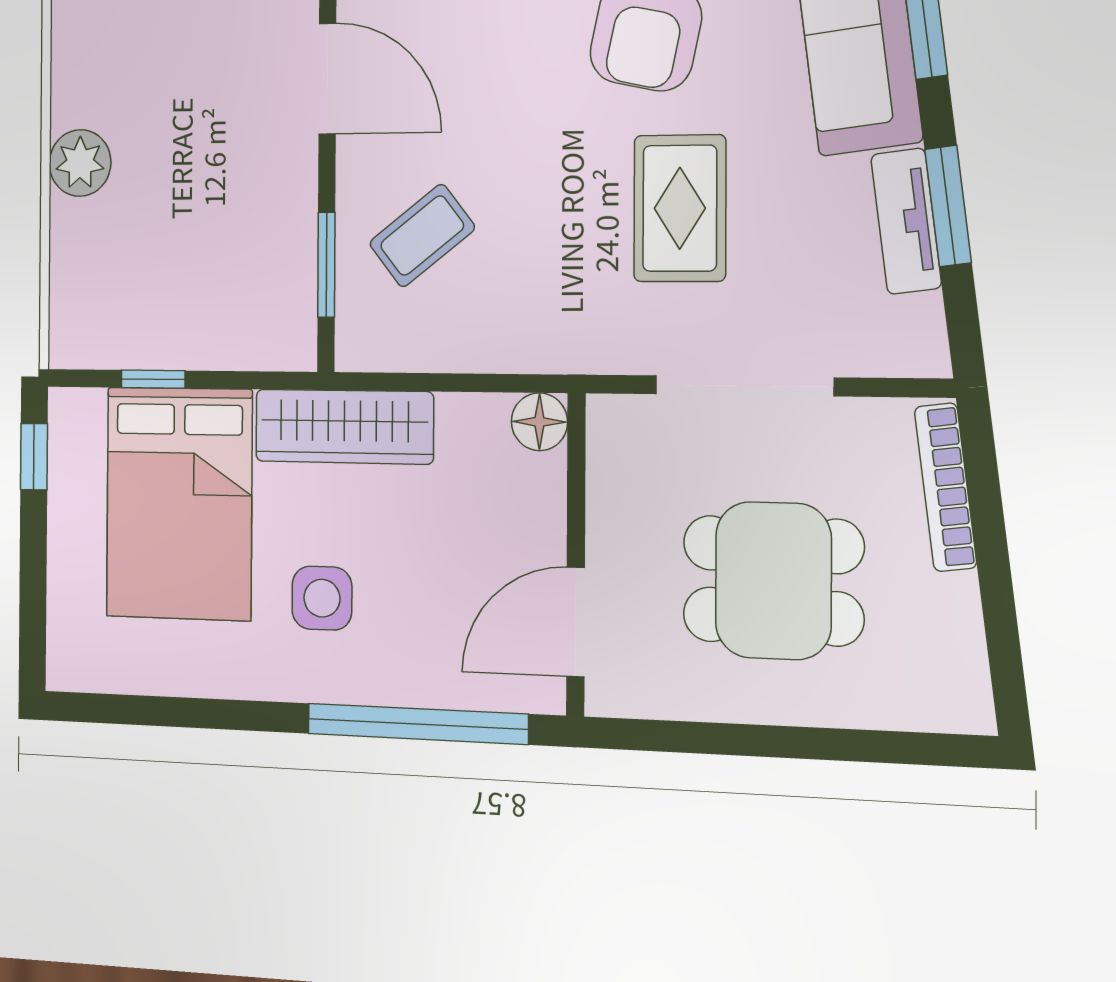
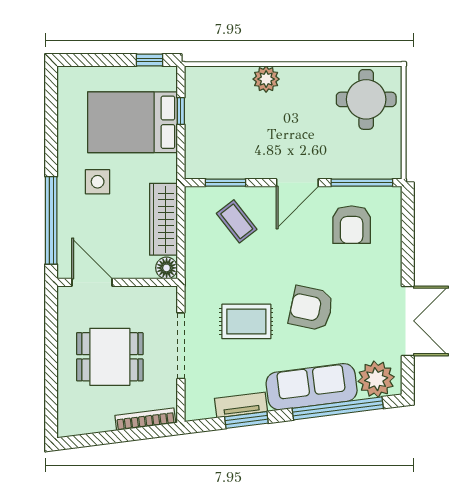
wardrobe: (344, 427) -> (164, 219), moved
dining table: (773, 581) -> (110, 357), turned 90

